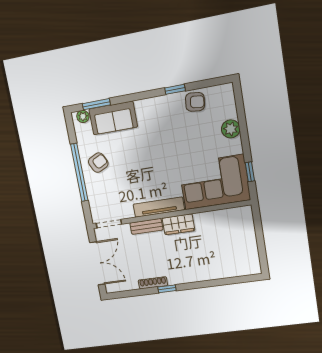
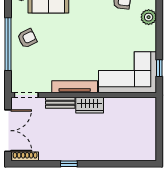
plant: (231, 129) -> (149, 17), moved
shoe rack: (153, 283) -> (25, 156), moved

